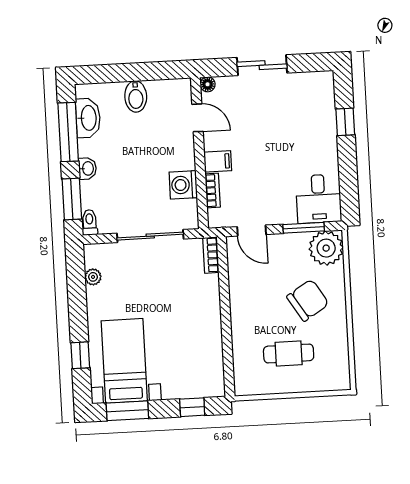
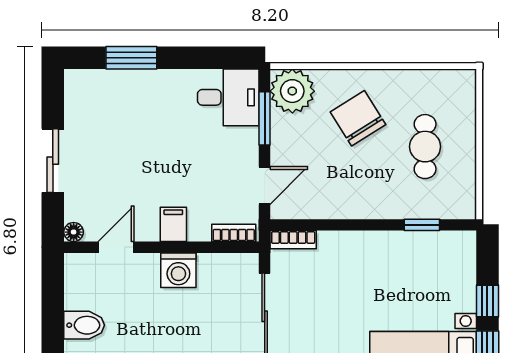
window: (345, 122) -> (131, 58), width x1.50
washing machine: (183, 185) -> (178, 270), moved
bookcase: (213, 191) -> (234, 233), moved
window: (228, 354) -> (422, 225), added
window: (192, 407) -> (487, 301), moved

